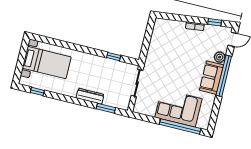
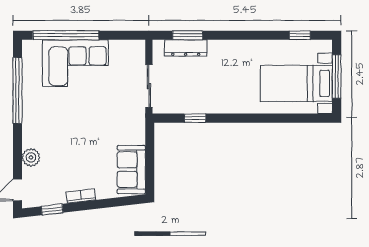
window: (21, 61) -> (337, 76), added
window: (224, 76) -> (17, 90), moved
sofa: (211, 78) -> (131, 170), moved, turned 180
dresser: (90, 96) -> (186, 48), moved

